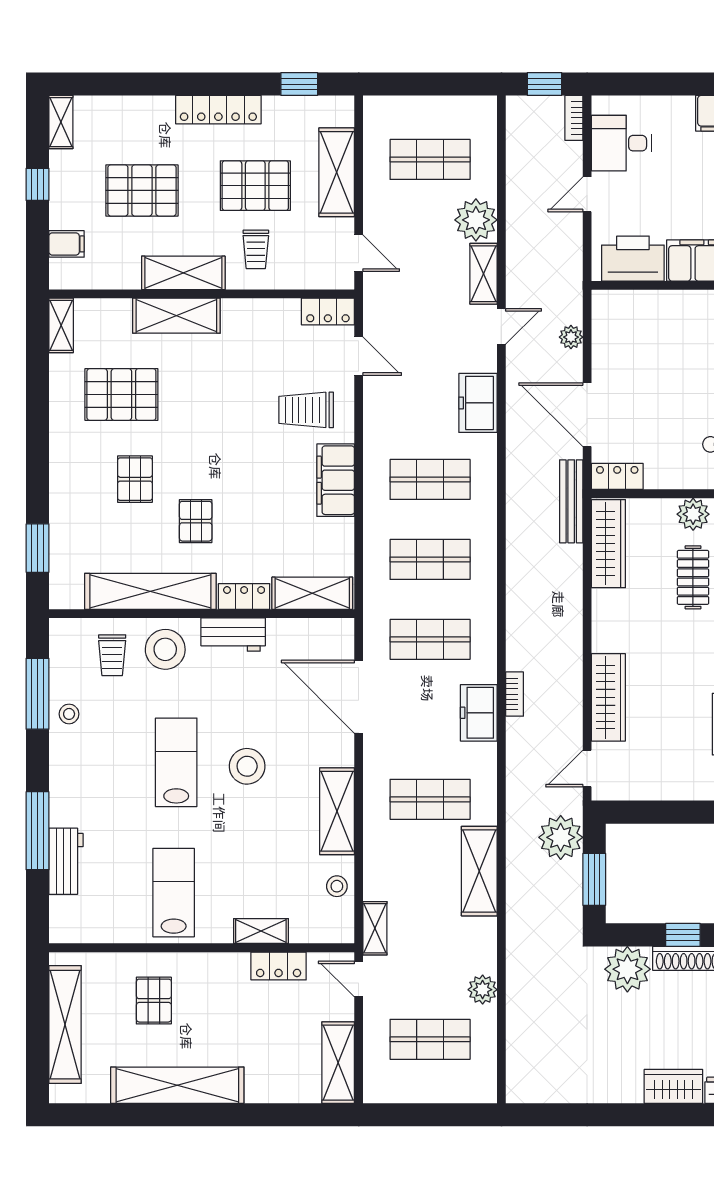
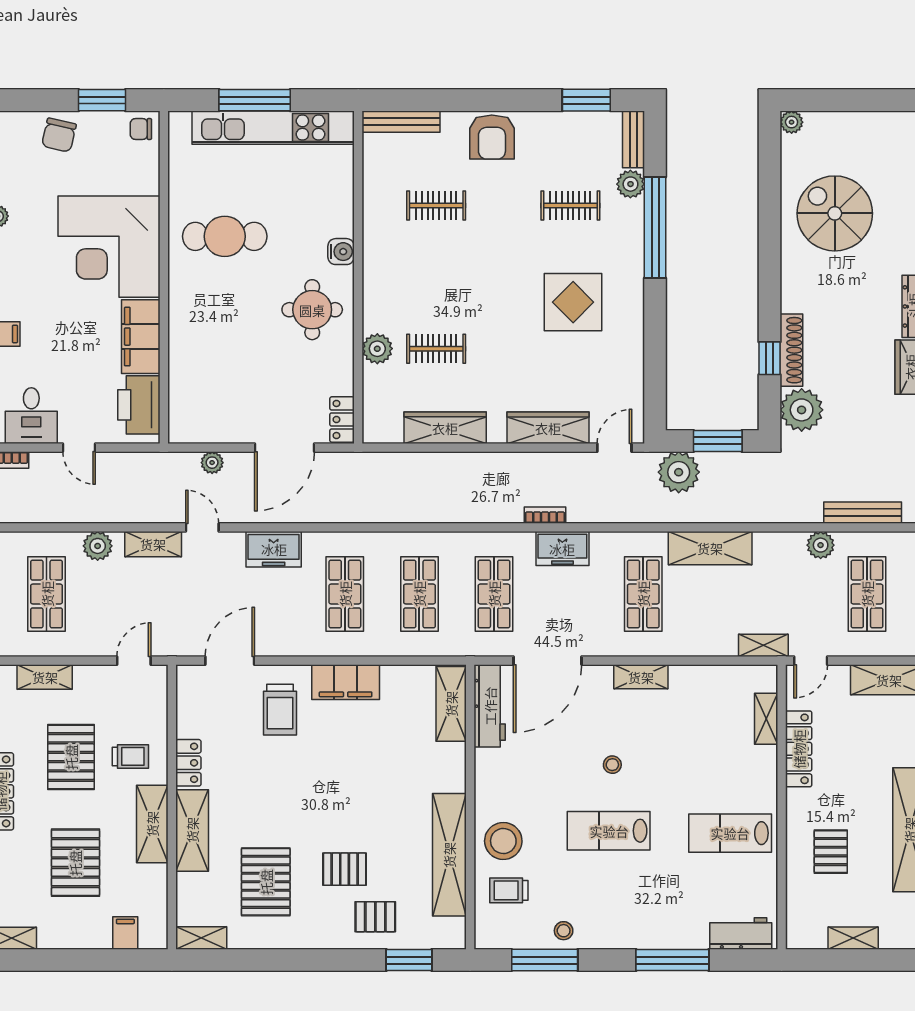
shelving: (337, 172) -> (45, 677), width x0.67, depth x0.75
window: (37, 184) -> (70, 960), removed
plant: (476, 220) -> (98, 546), width x0.73, depth x0.73
locker: (328, 312) -> (188, 763), moved
door: (359, 356) -> (230, 661), width x1.38
bench: (571, 501) -> (863, 513), moved
pallet: (196, 521) -> (375, 917), moved
wardrobe: (608, 544) -> (445, 428), moved
locker: (244, 596) -> (454, 767), removed
workbench: (233, 635) -> (490, 706), moved, width x1.38
trolley: (112, 655) -> (509, 890), turned 180
stool: (247, 766) -> (612, 765), width x0.53, depth x0.53
door: (587, 769) -> (614, 448), swing flipped
shelving: (337, 811) -> (641, 677), width x0.67, depth x0.75
workbench: (66, 861) -> (741, 933), moved
stool: (337, 886) -> (724, 681), removed
shelving: (261, 931) -> (766, 719), moved
locker: (279, 966) -> (799, 749), width x1.53
pallet: (154, 1001) -> (831, 852), turned 90
shelving: (65, 1025) -> (853, 938), width x0.45, depth x0.75

